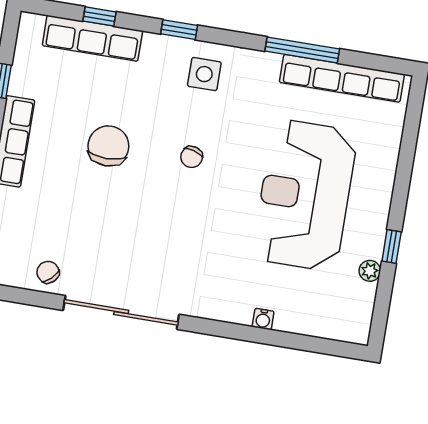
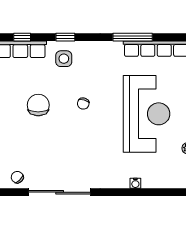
side table: (204, 74) -> (64, 59), moved
reception desk: (305, 195) -> (147, 114), turned 180

